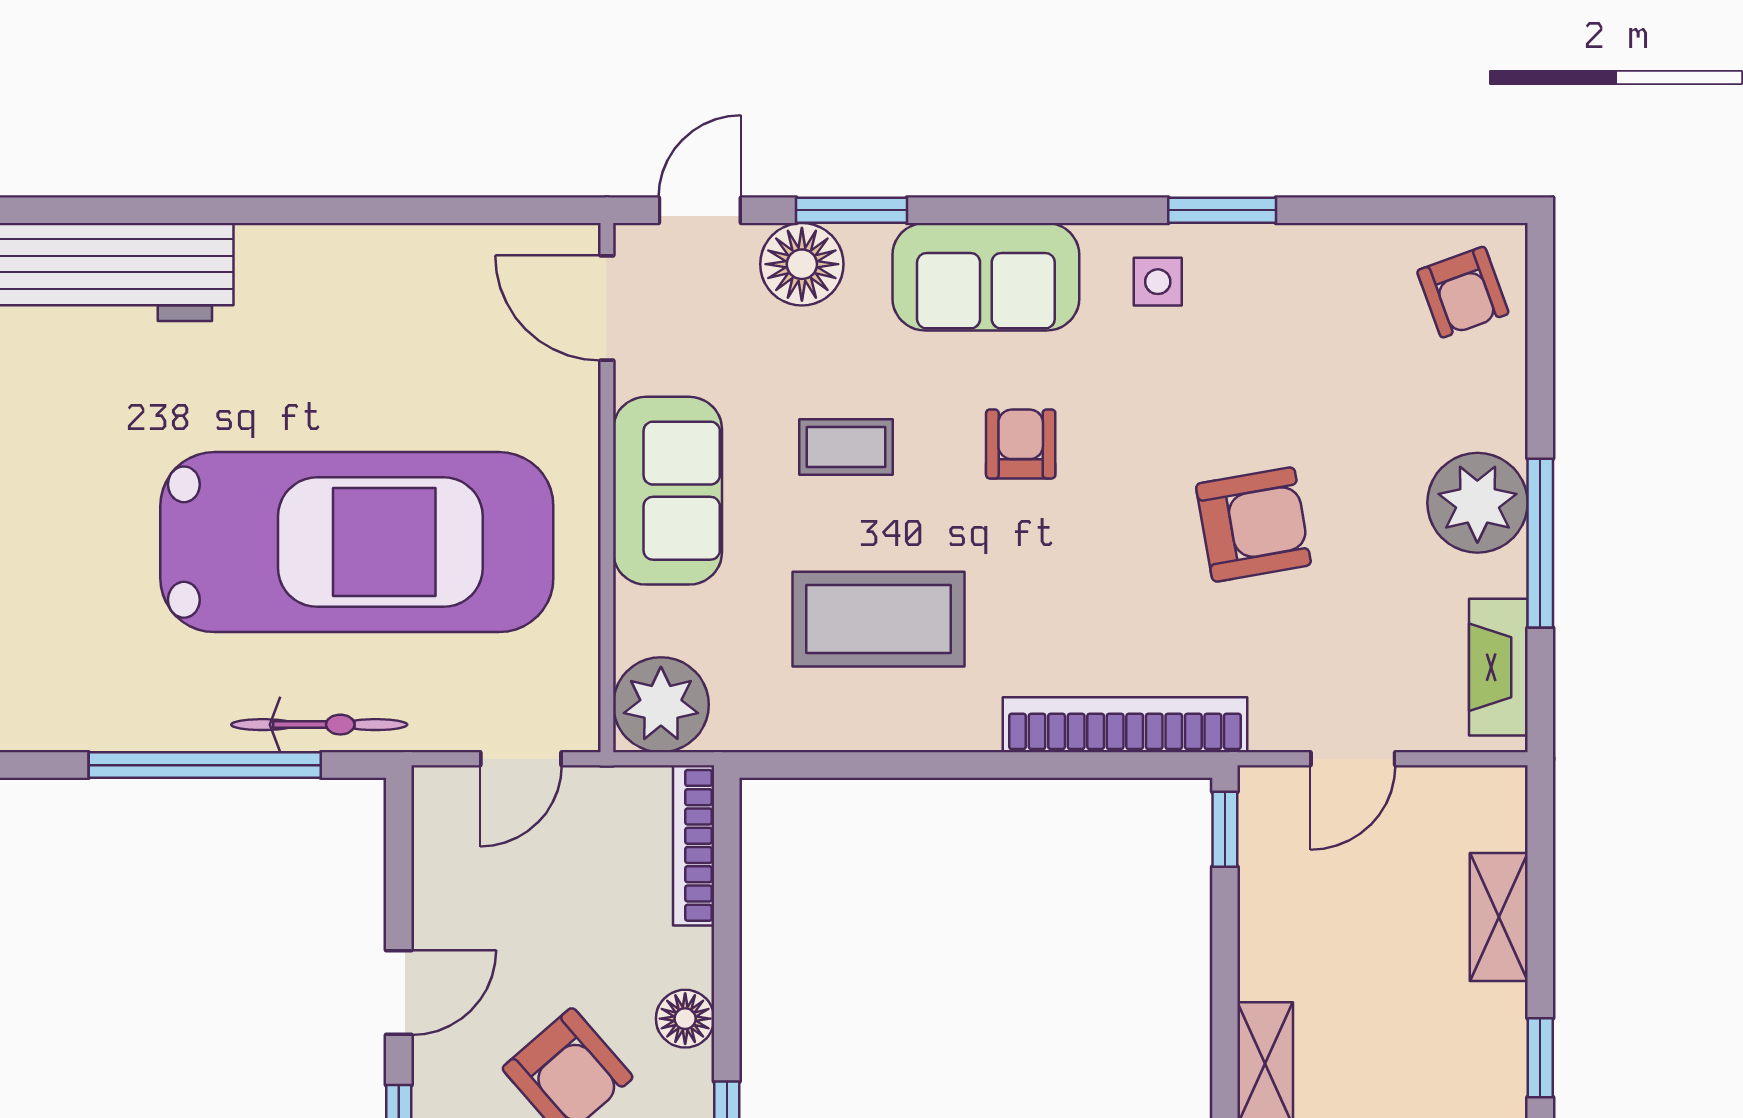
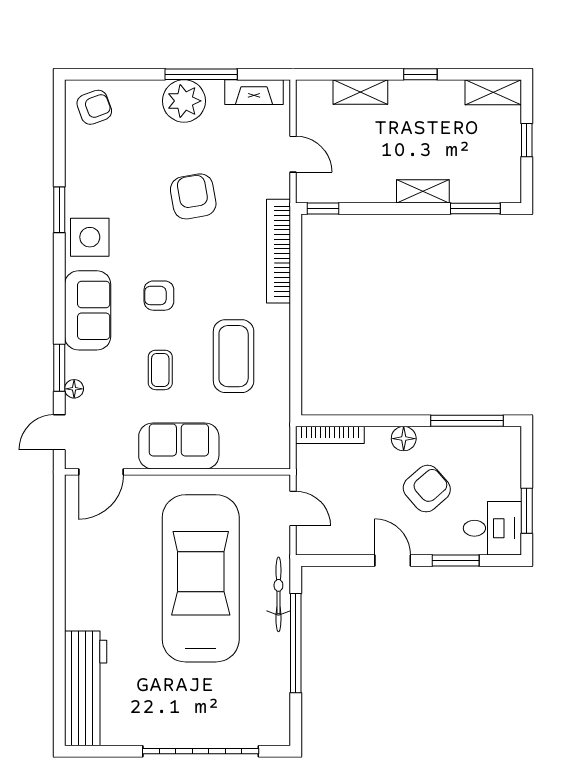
door: (700, 210) -> (59, 432), hinge flipped
floor lamp: (802, 264) -> (74, 389), width x0.53, depth x0.53
side table: (1158, 282) -> (90, 237), width x1.87, depth x1.87
plant: (661, 705) -> (270, 449), removed

